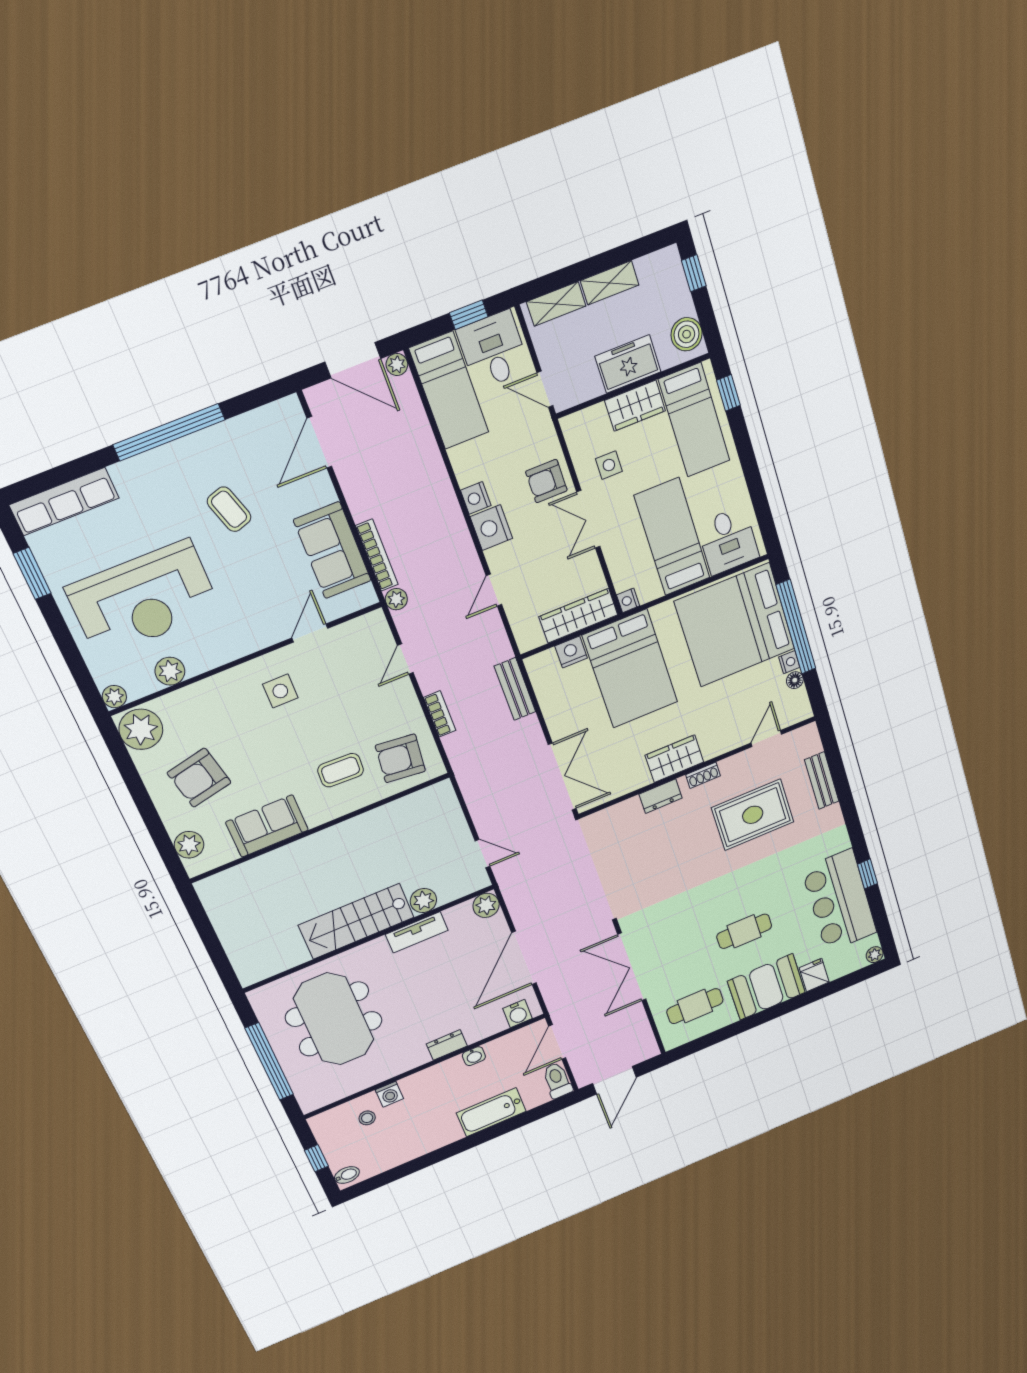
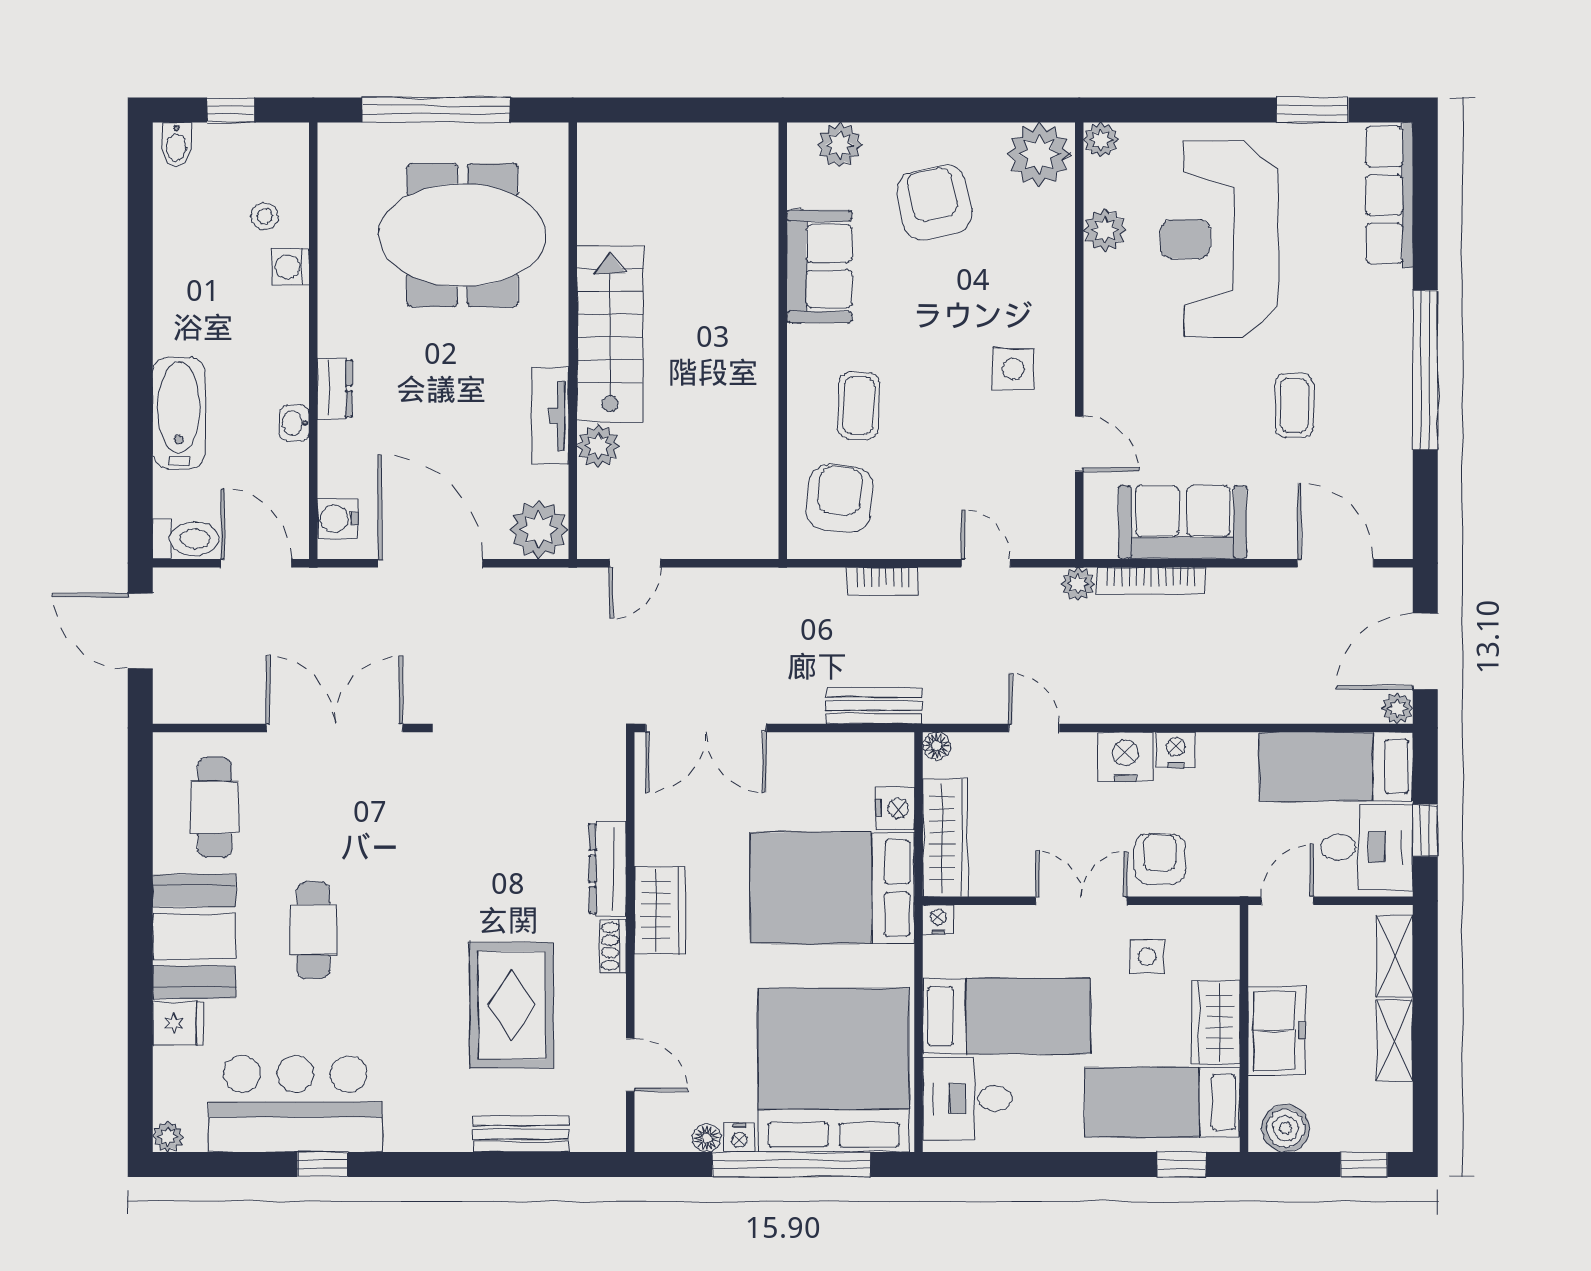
coffee table: (229, 509) -> (1294, 405), turned -72
floor lamp: (526, 643) -> (937, 746), added
dresser: (661, 796) -> (608, 869), width x1.44
plant: (486, 905) -> (539, 529), width x1.36, depth x1.36

